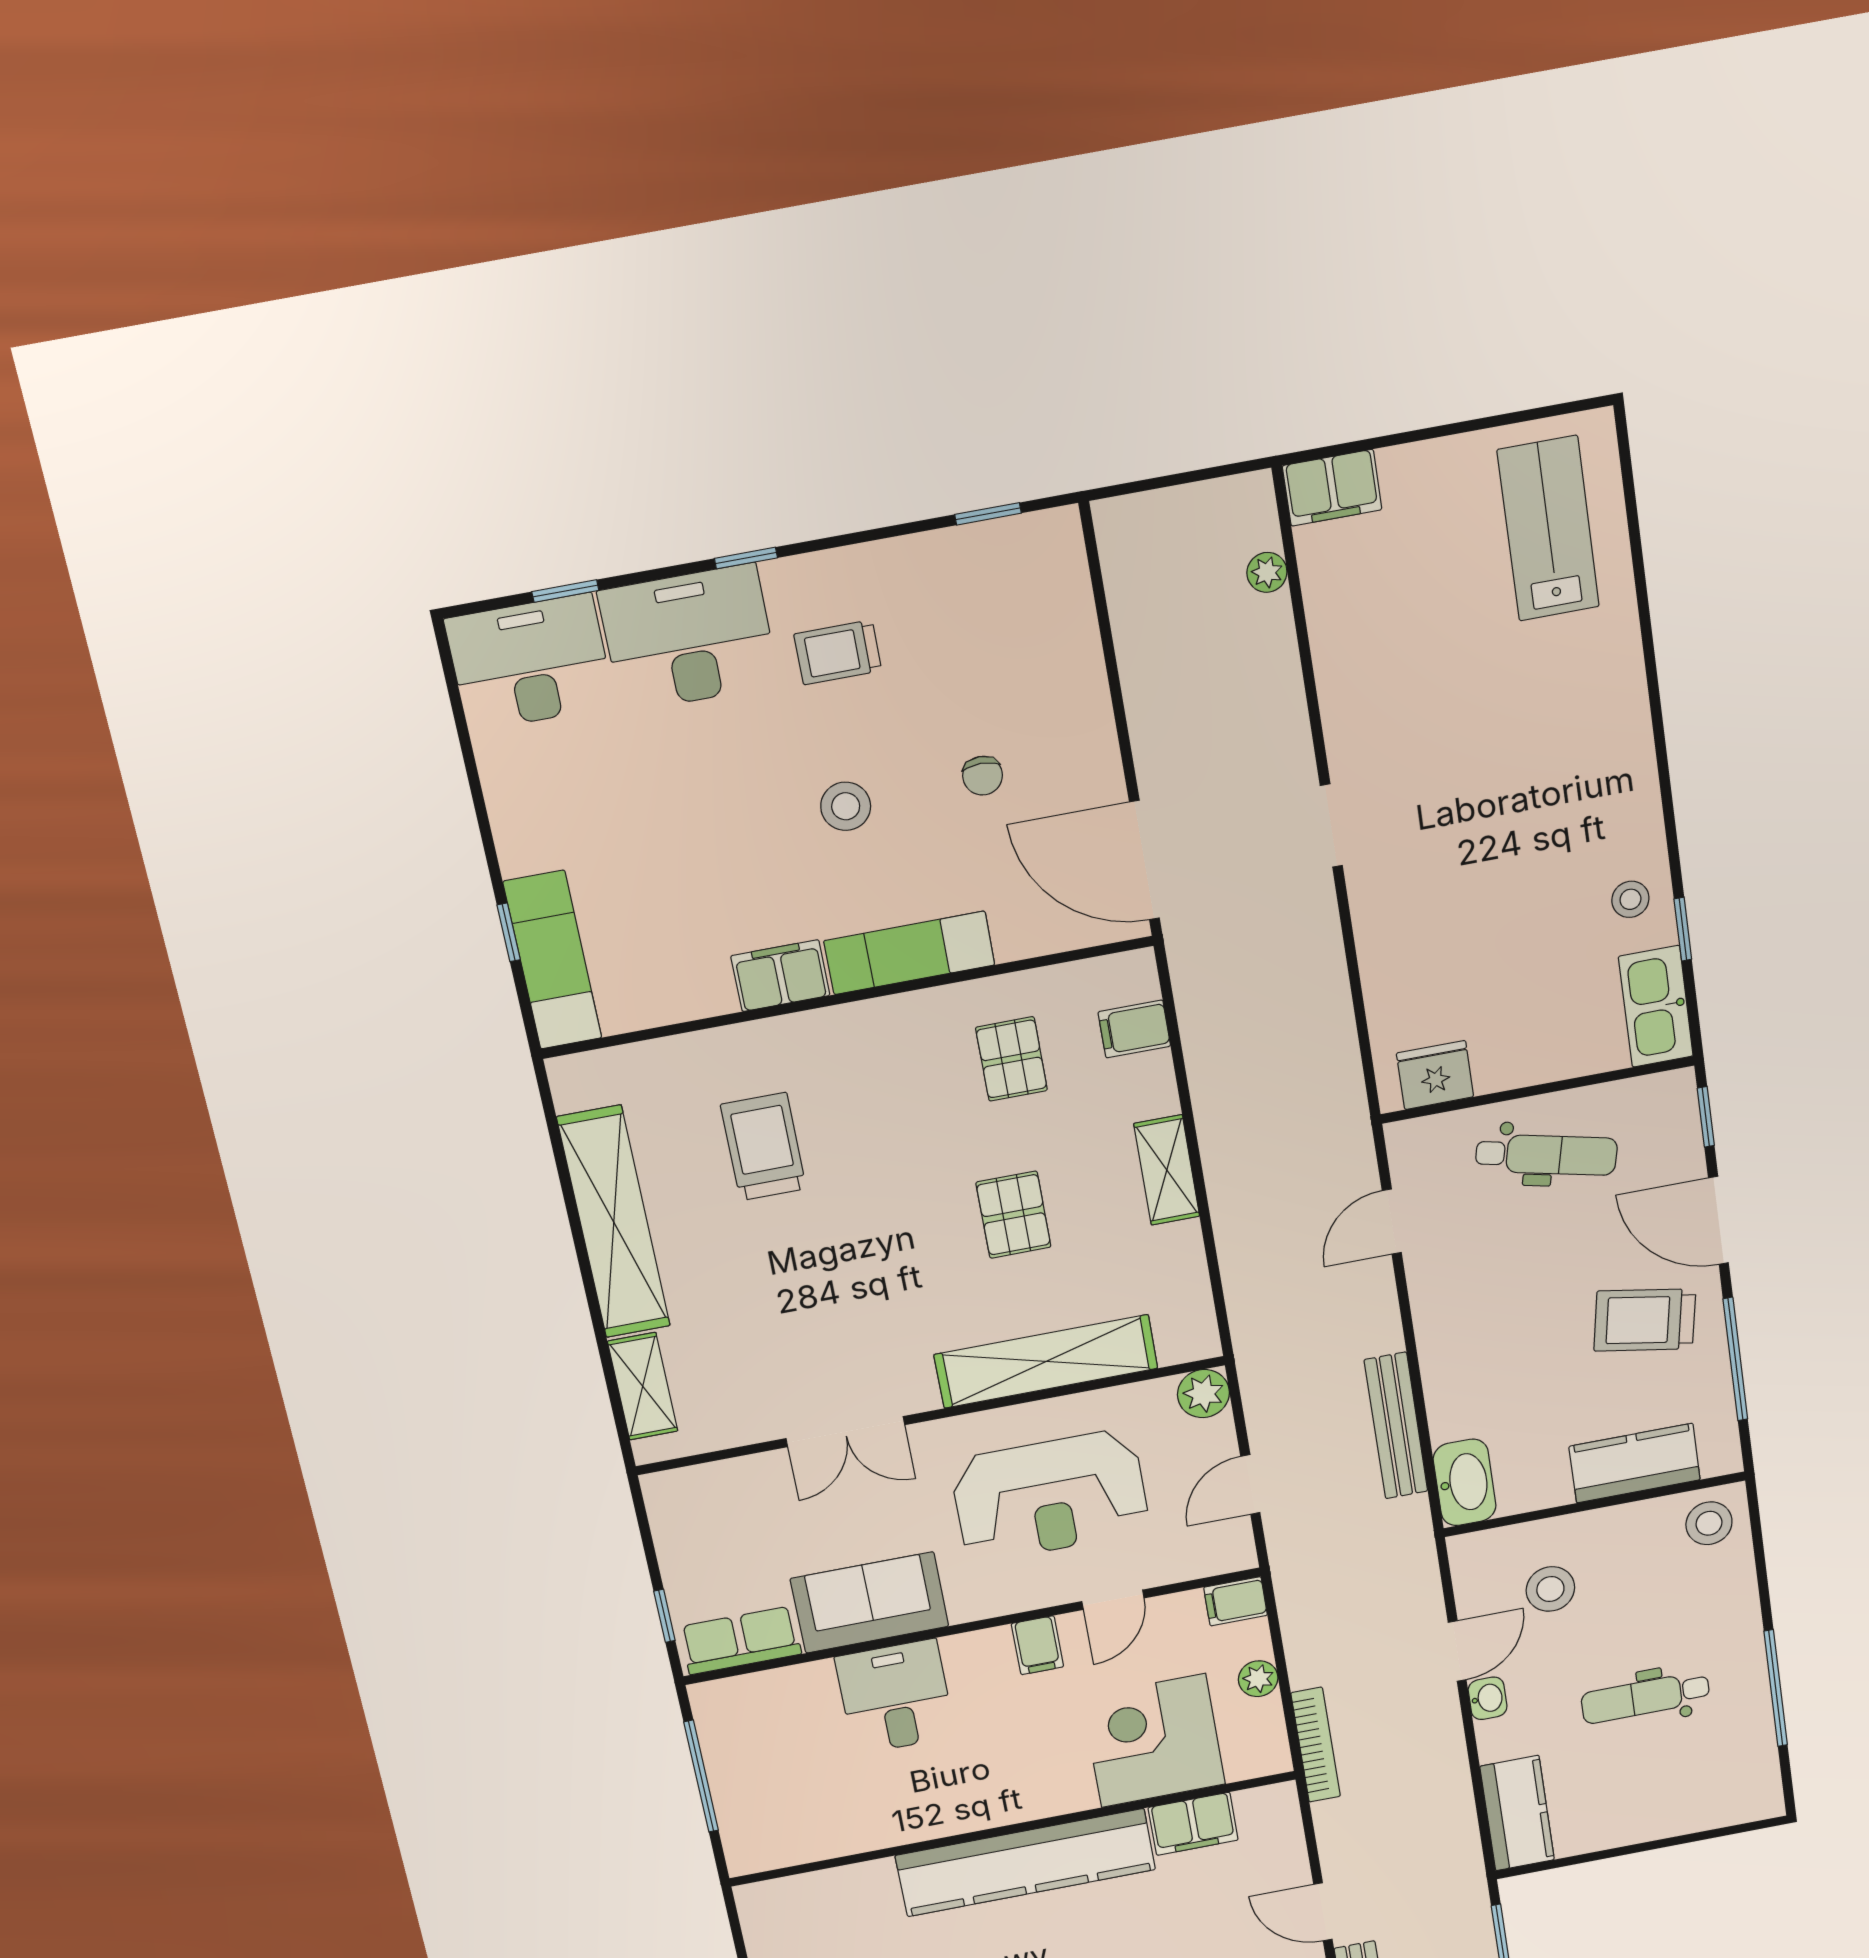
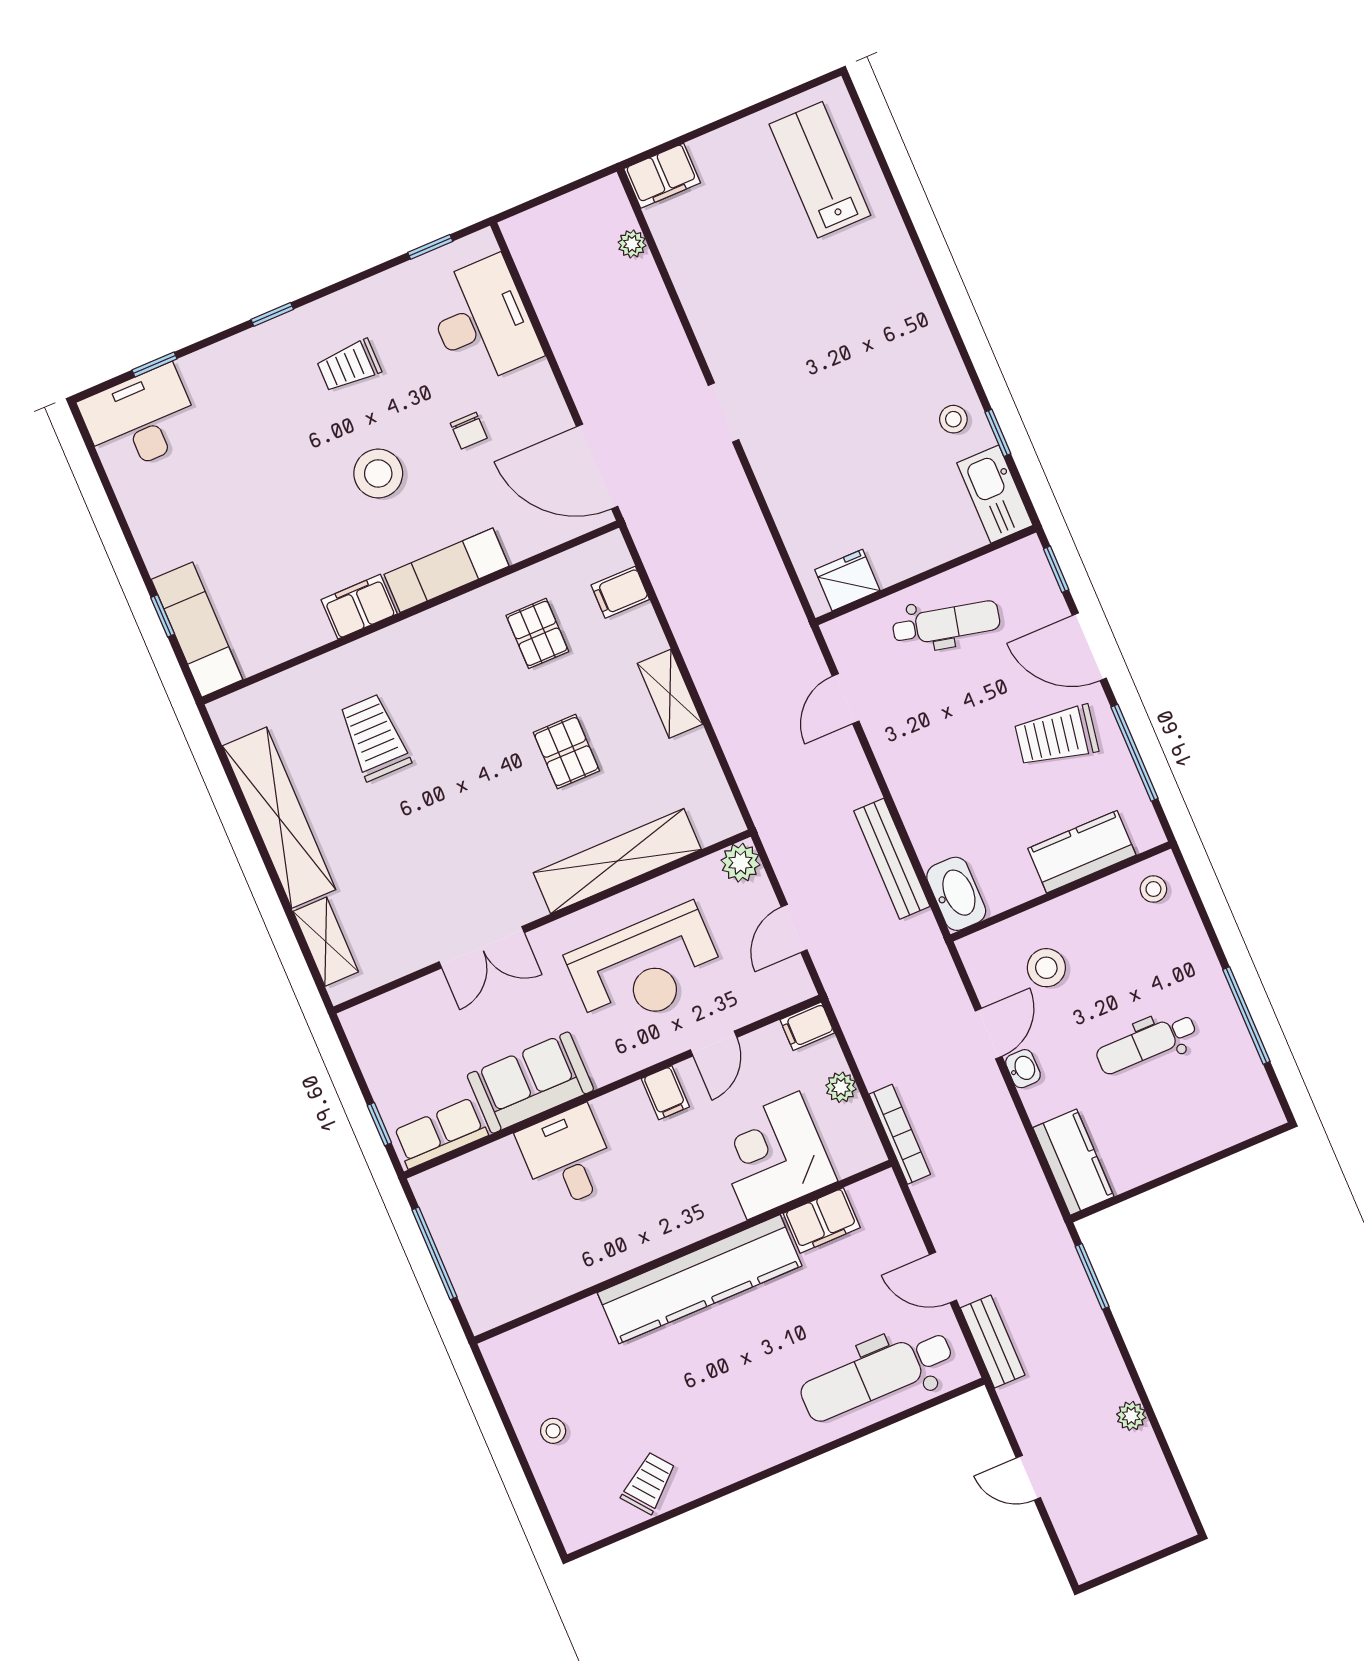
desk: (689, 638) -> (483, 321), moved, turned 90
stool: (846, 806) -> (378, 473), width x1.38, depth x1.38
stool: (1709, 1523) -> (1153, 889), width x0.73, depth x0.73

